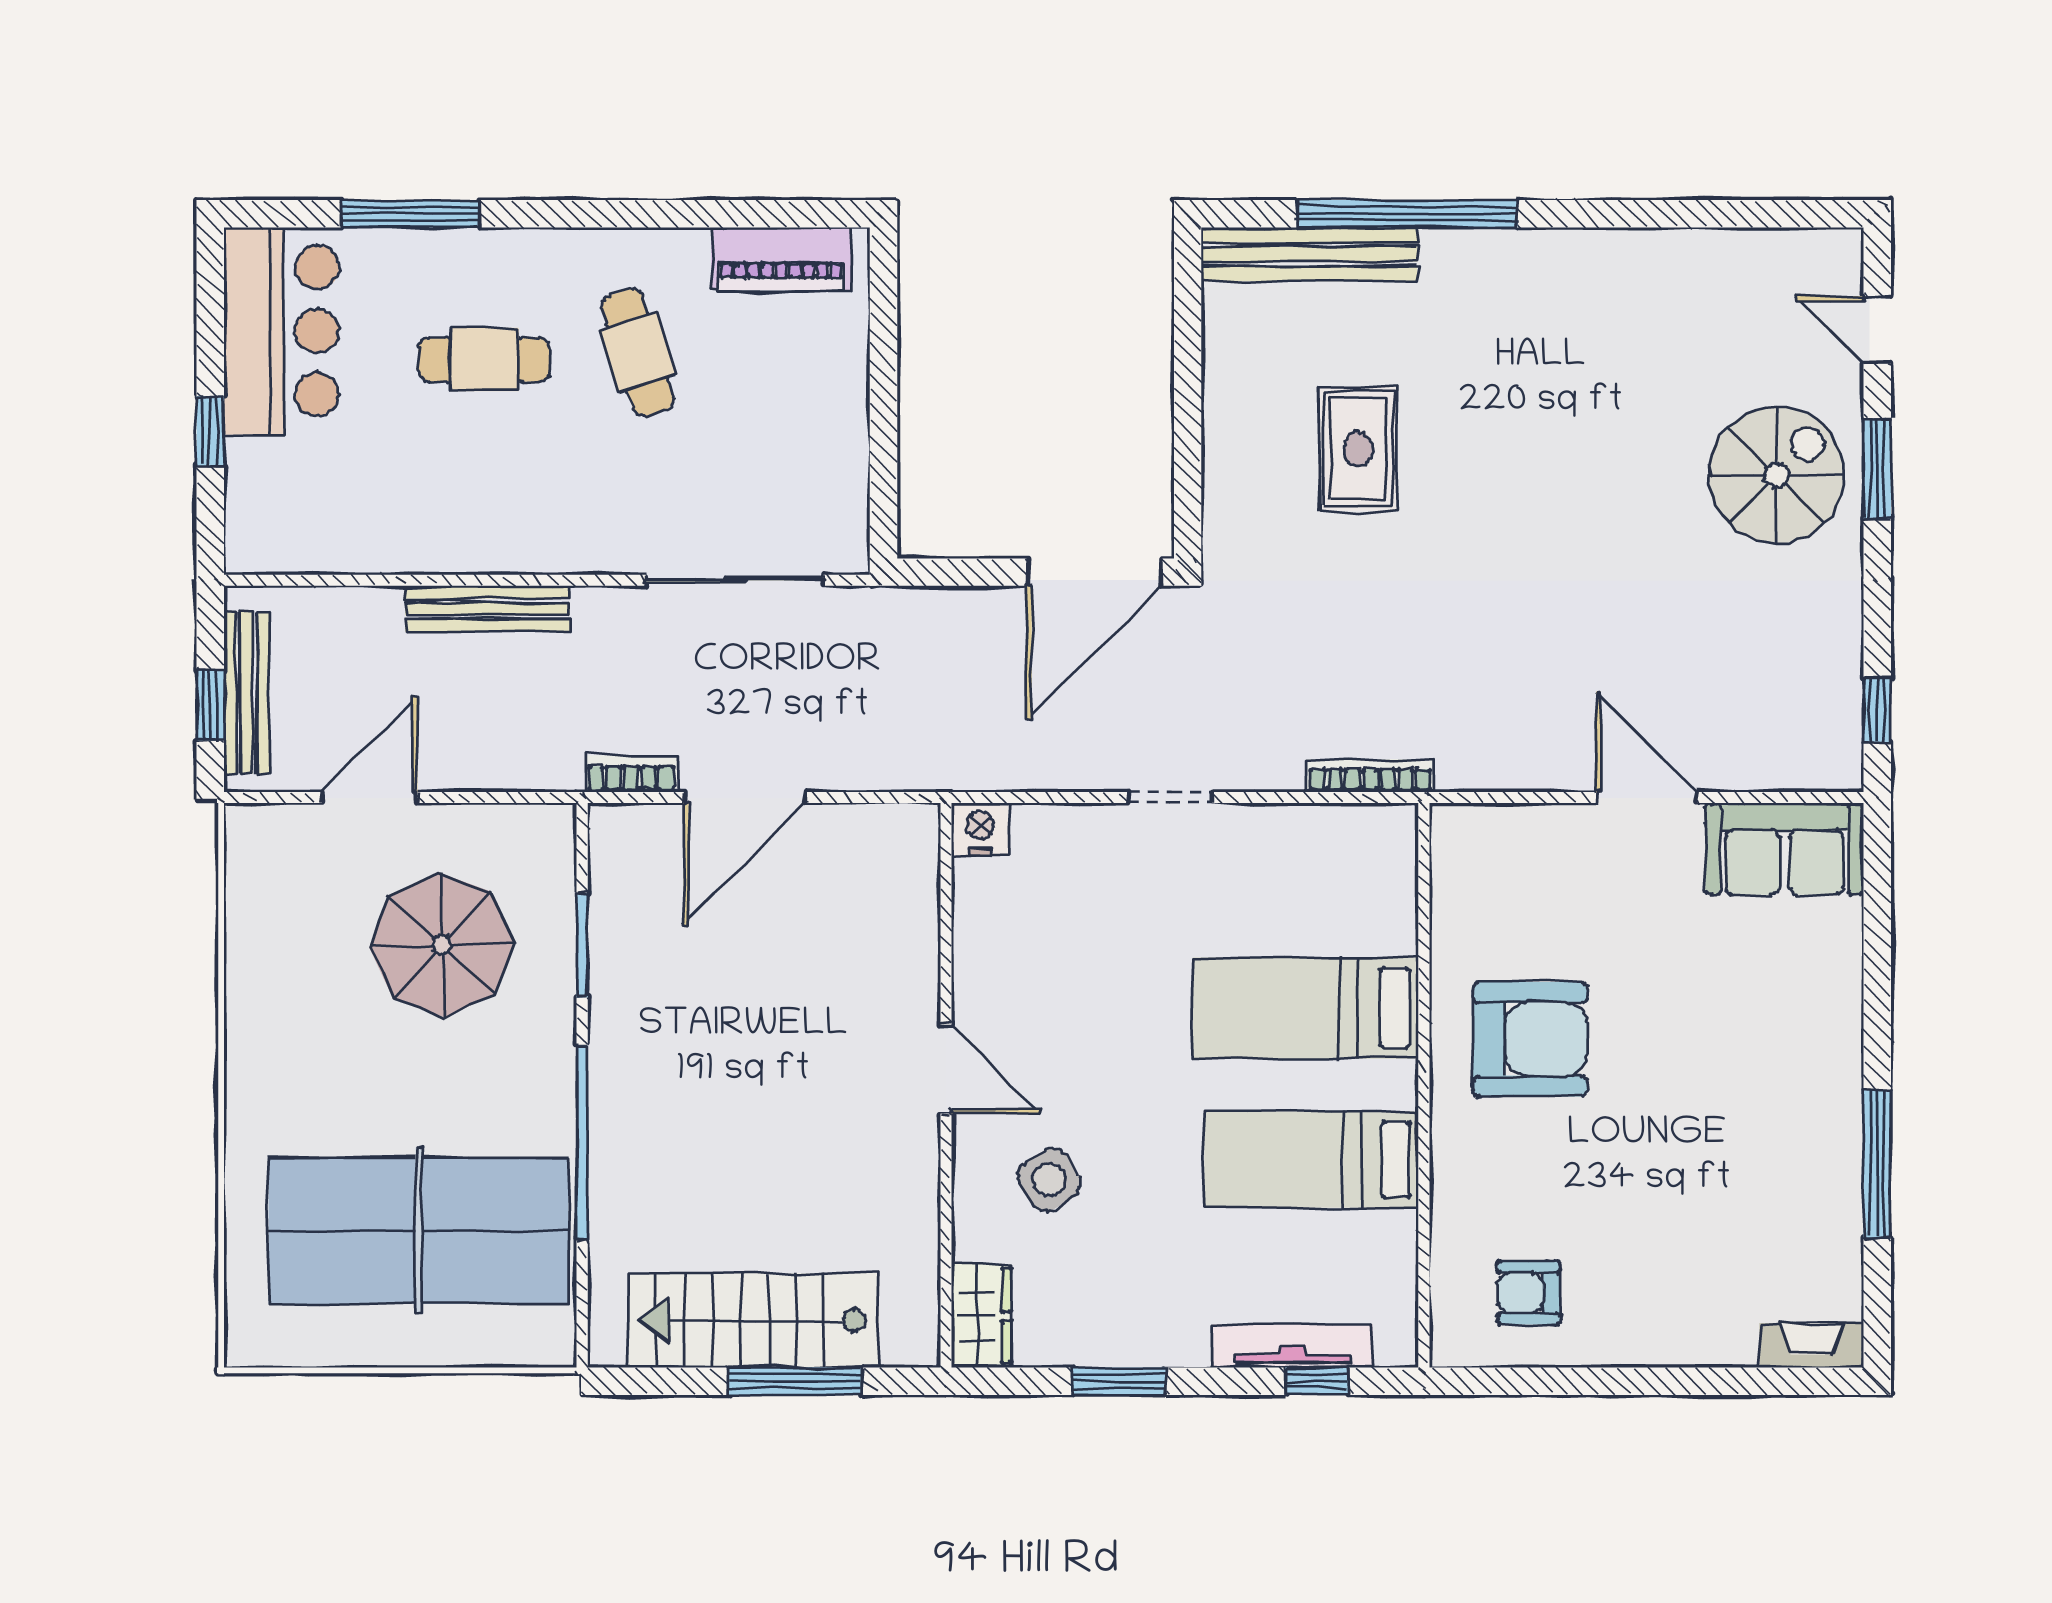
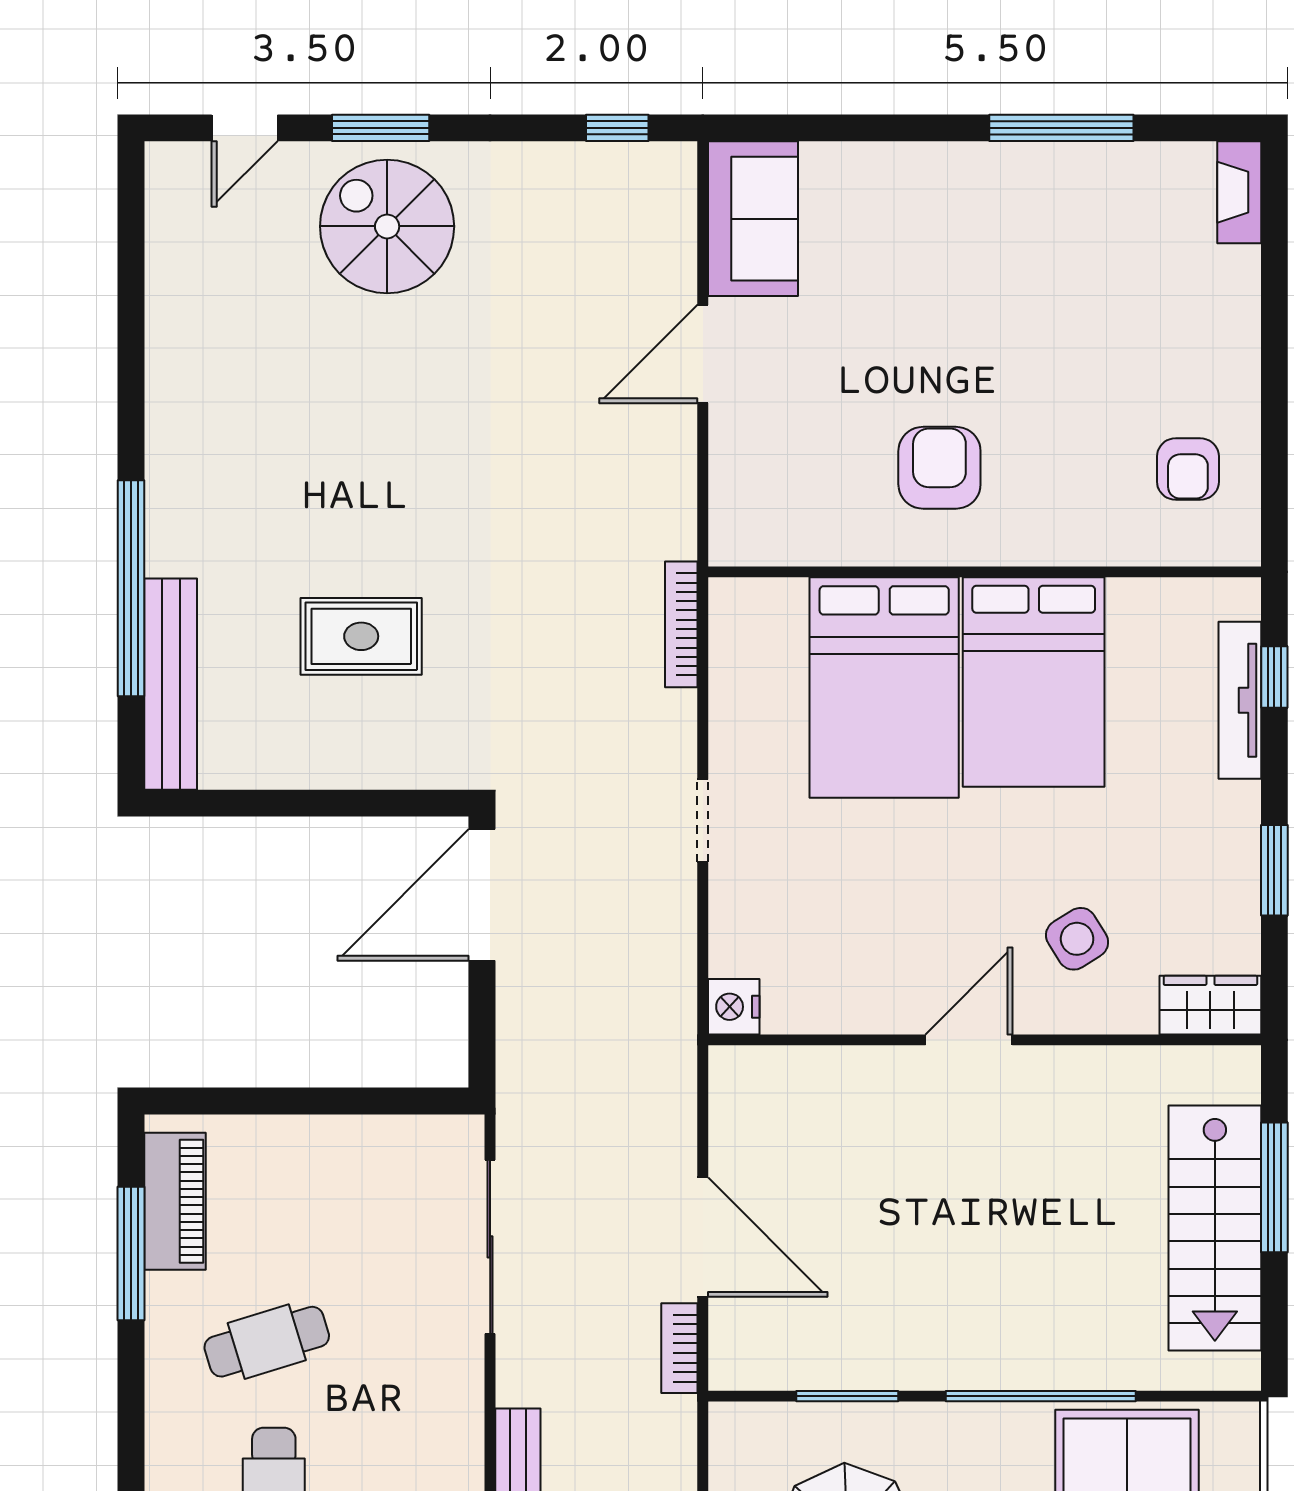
window: (728, 214) -> (131, 1253), added
door: (1094, 572) -> (482, 895), swing flipped
bed: (1306, 1008) -> (884, 688), width x1.50
armchair: (1530, 1039) -> (939, 468), width x0.73, depth x0.73
bed: (1311, 1160) -> (1034, 682), width x1.50

